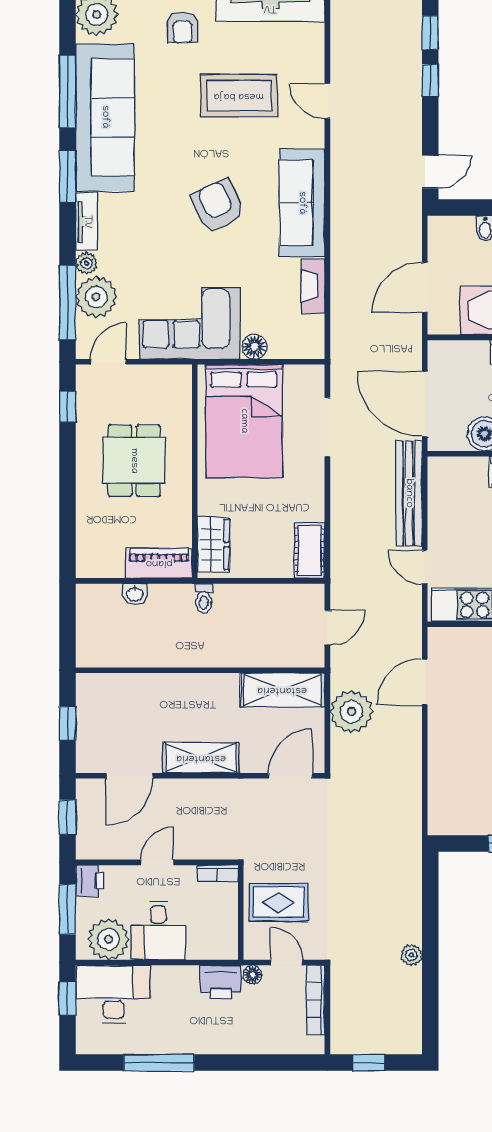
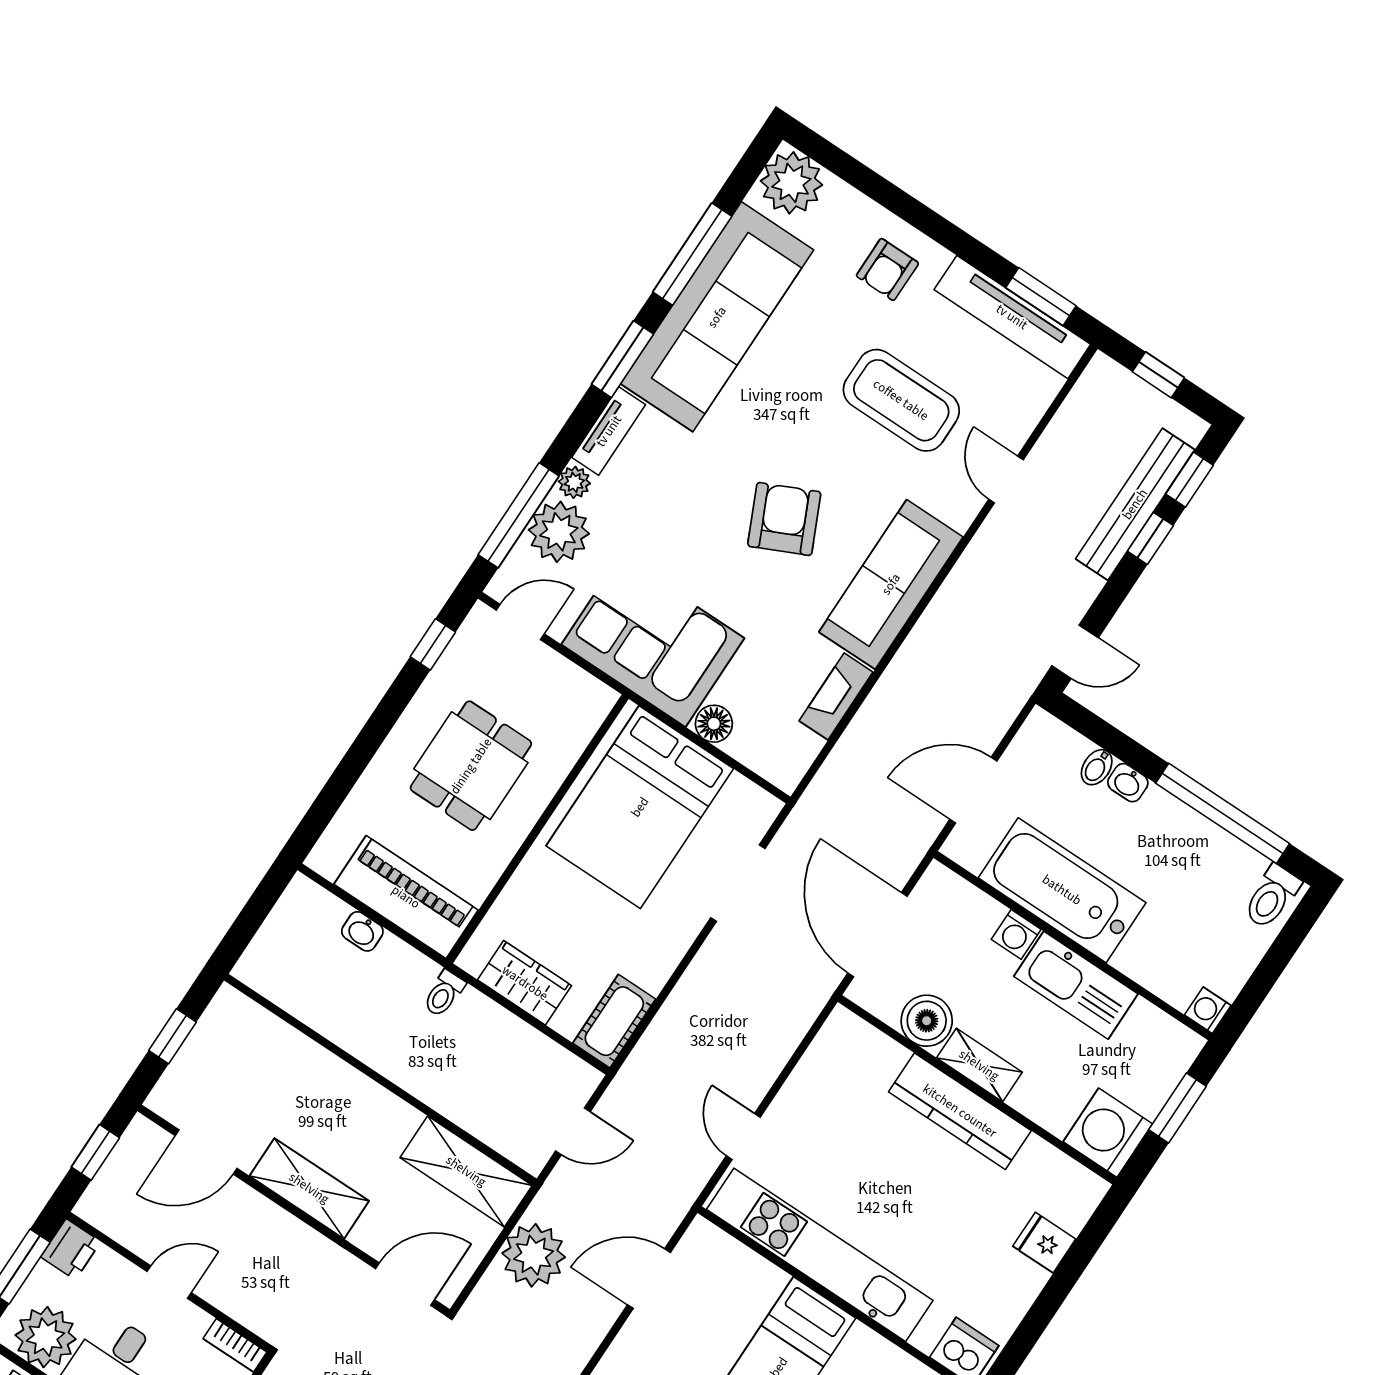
bench: (409, 493) -> (1135, 504), moved
wardrobe: (213, 544) -> (525, 983), moved, turned -90
piano: (159, 563) -> (406, 897), width x1.37, depth x1.33

